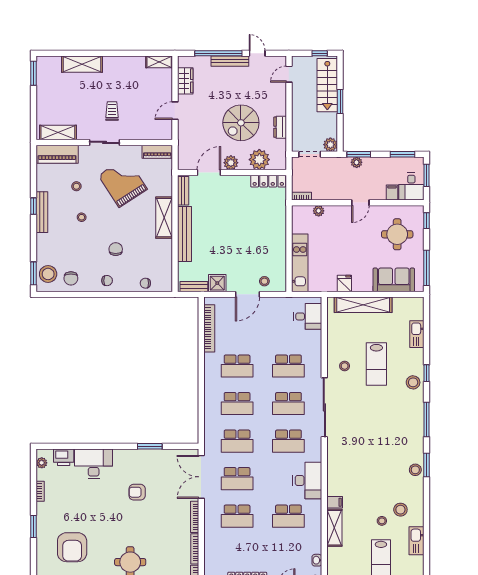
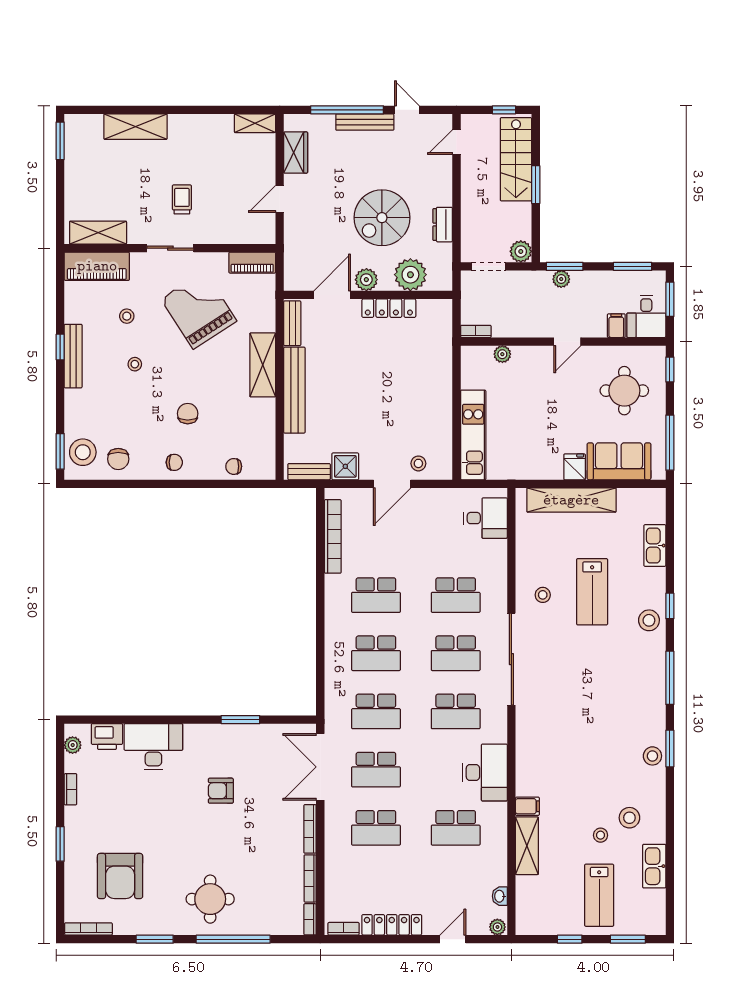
locker: (268, 181) -> (389, 308), moved
fridge: (344, 283) -> (575, 467), moved

